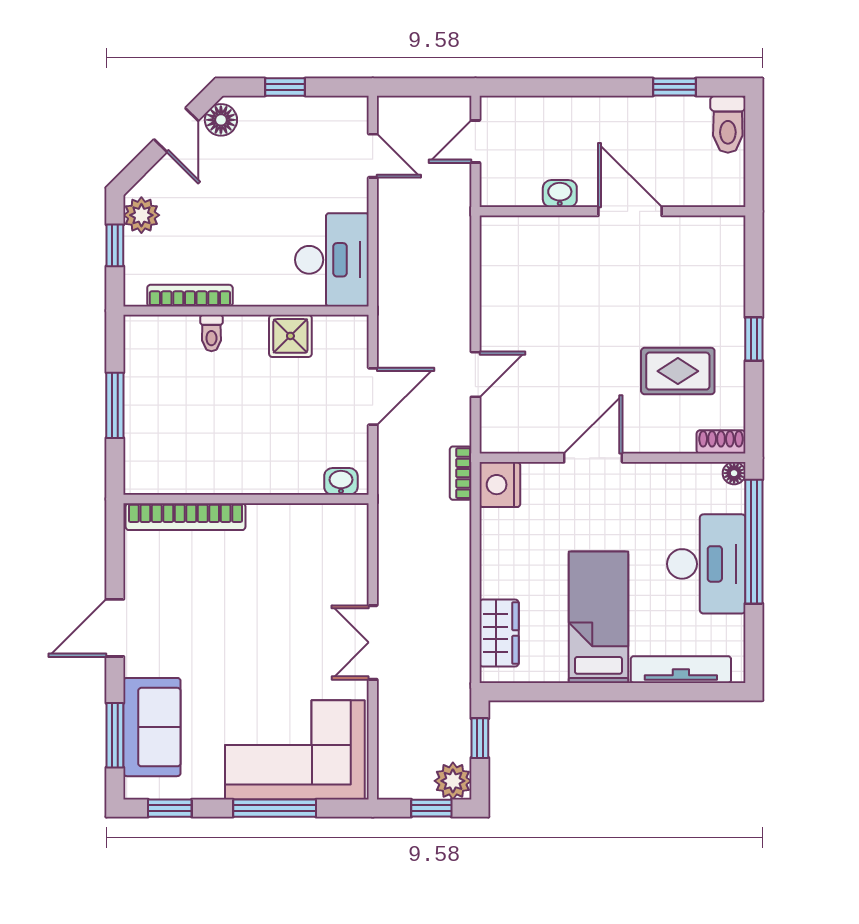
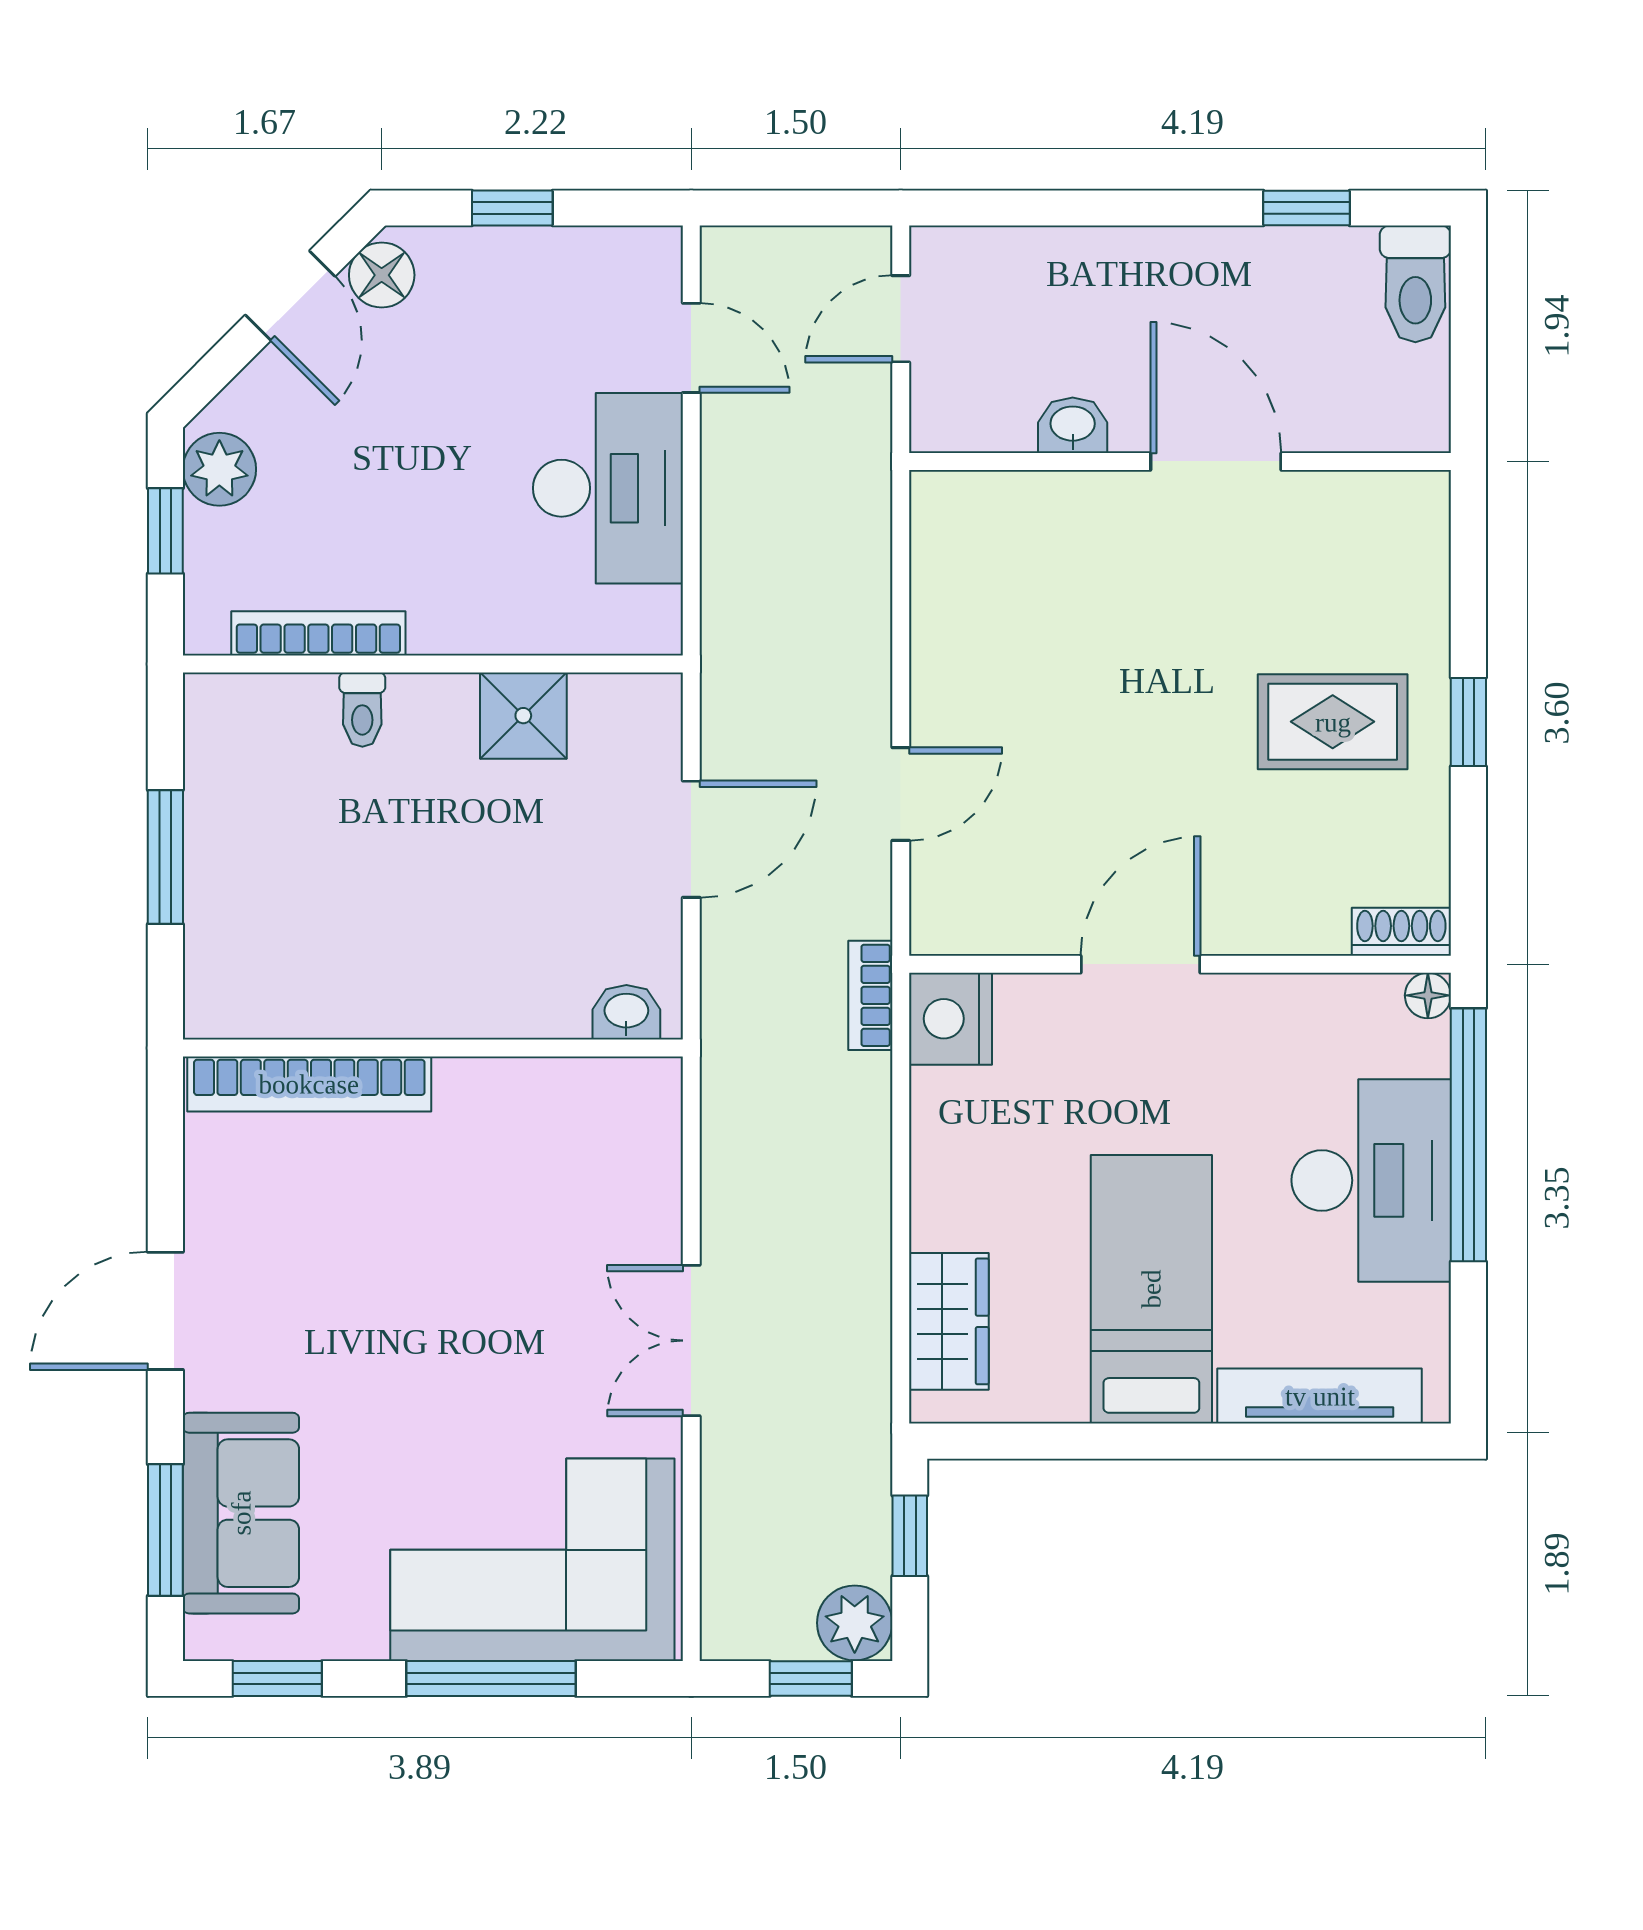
desk: (332, 260) -> (608, 488), moved
rug: (678, 371) -> (1333, 722), moved

